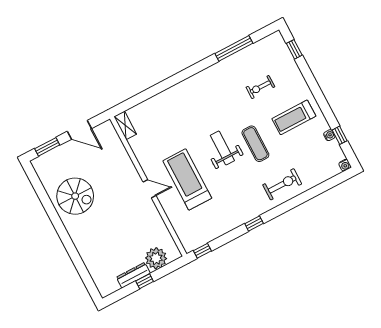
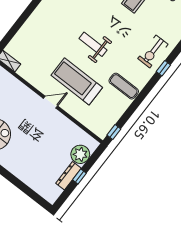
exercise mat: (255, 144) -> (124, 86), moved
exercise bike: (282, 184) -> (153, 51), turned 180
window: (254, 223) -> (163, 68), moved

